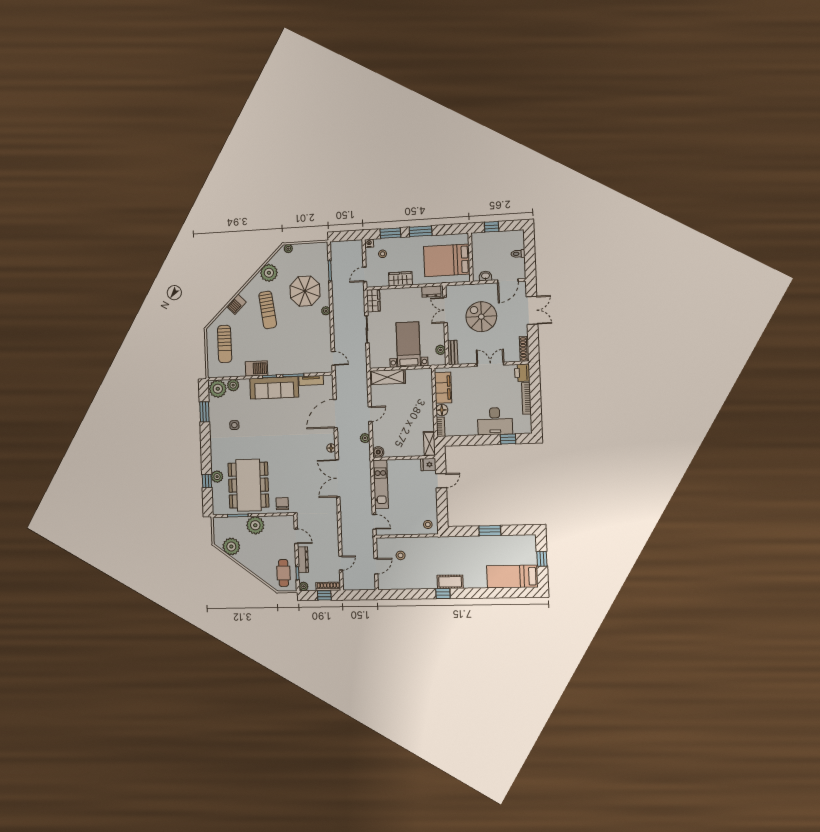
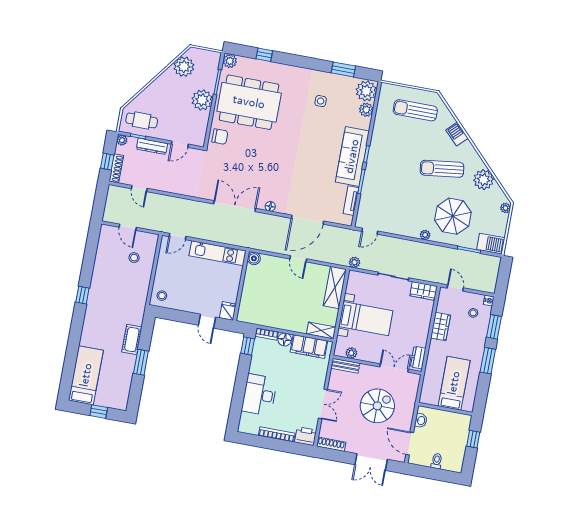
bed: (447, 260) -> (454, 383), width x0.67
barbecue: (257, 368) -> (491, 244), moved, turned -90
door: (335, 414) -> (307, 220), swing flipped
plant: (365, 438) -> (354, 262), moved
window: (508, 439) -> (248, 346), moved
shelving: (429, 444) -> (321, 330), moved
plant: (217, 477) -> (230, 61), moved
cot: (450, 582) -> (132, 339), moved

